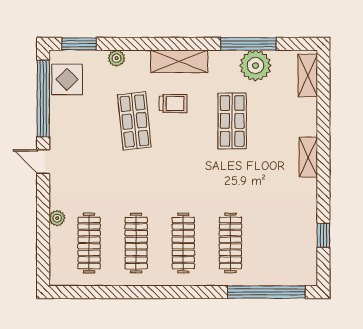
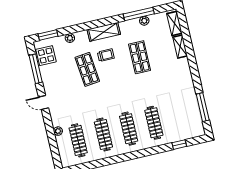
plant: (255, 66) -> (144, 21), width x0.53, depth x0.53
window: (43, 99) -> (36, 69), width x0.68
shelving: (308, 157) -> (180, 47), moved
window: (323, 235) -> (203, 107), width x2.17
window: (266, 292) -> (179, 145), width x0.32

